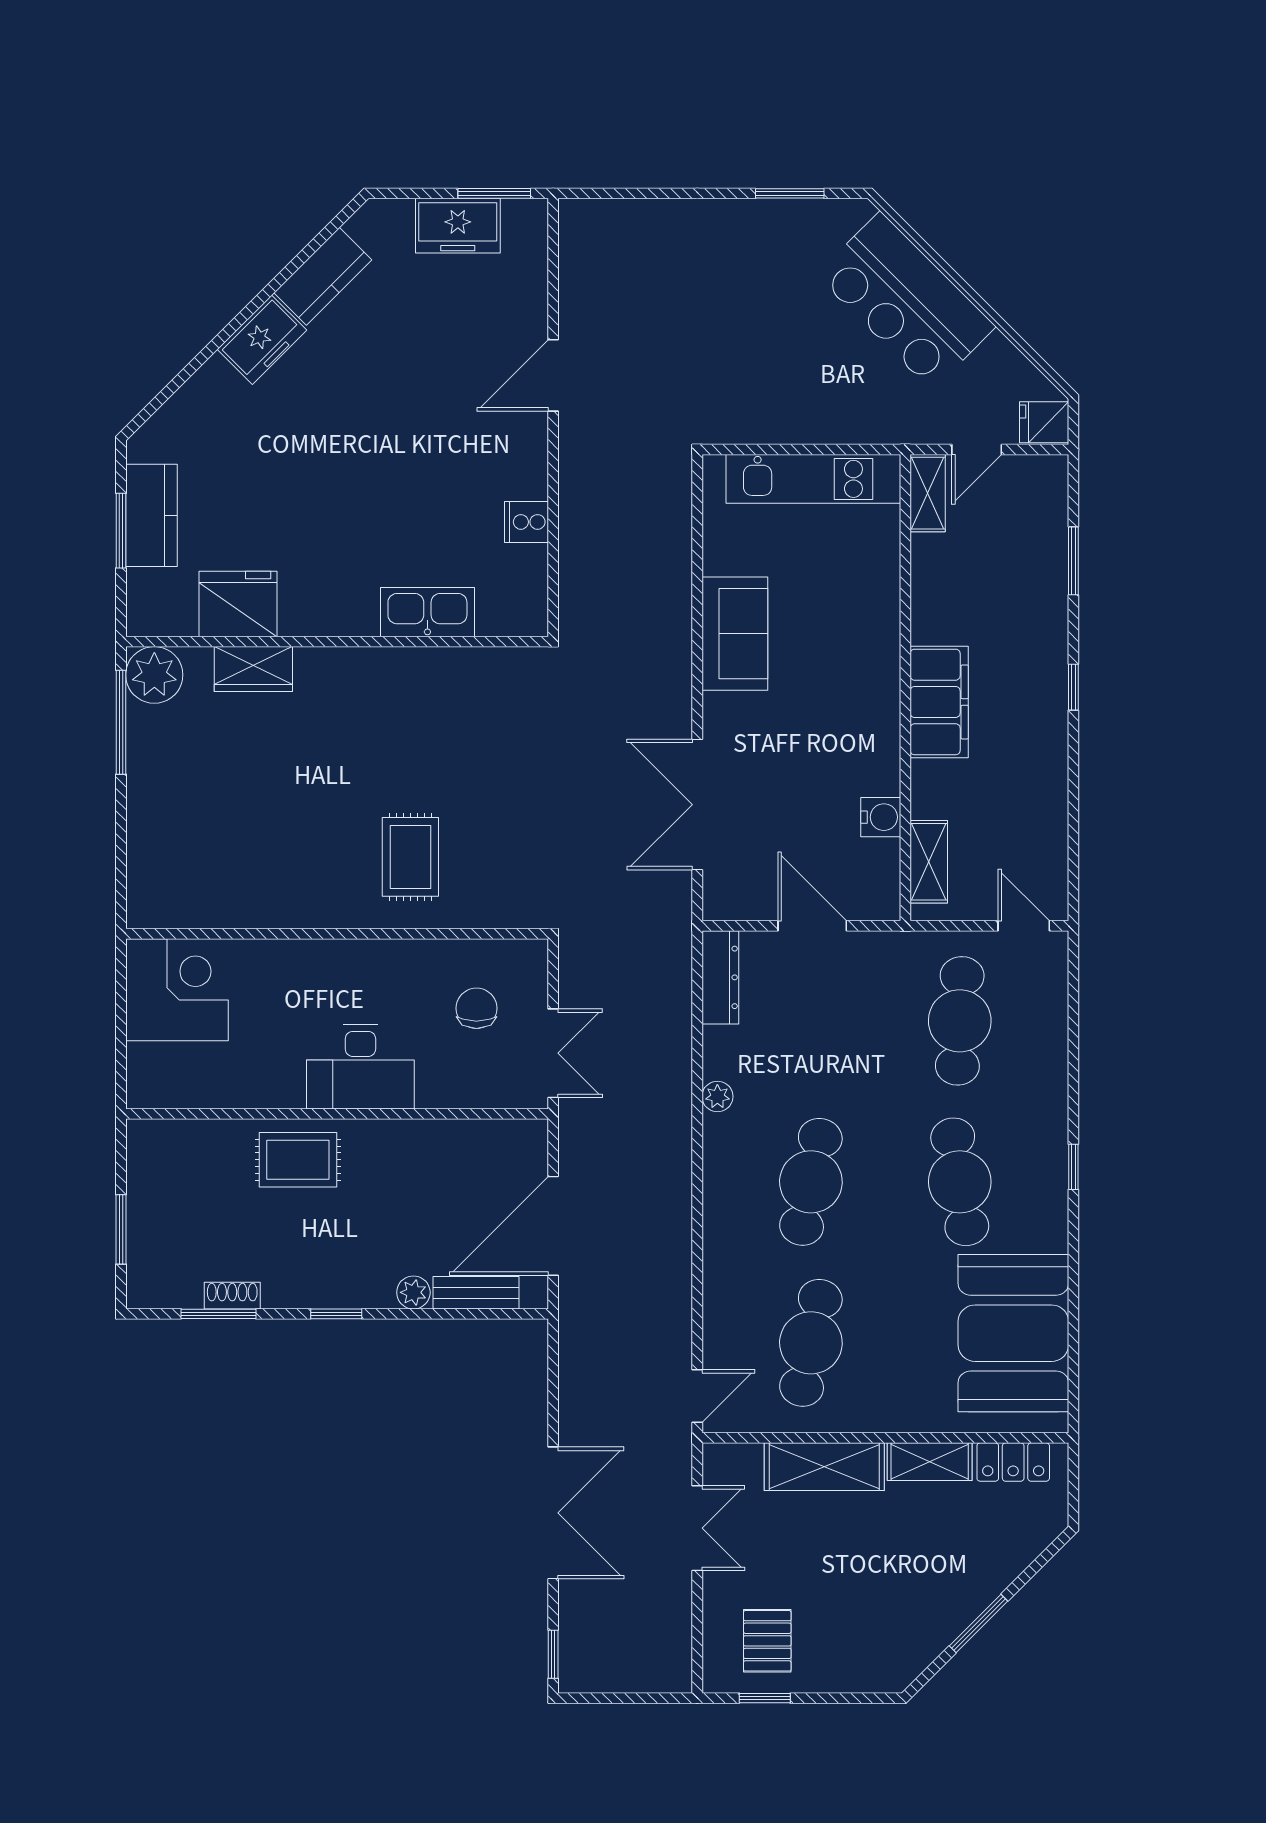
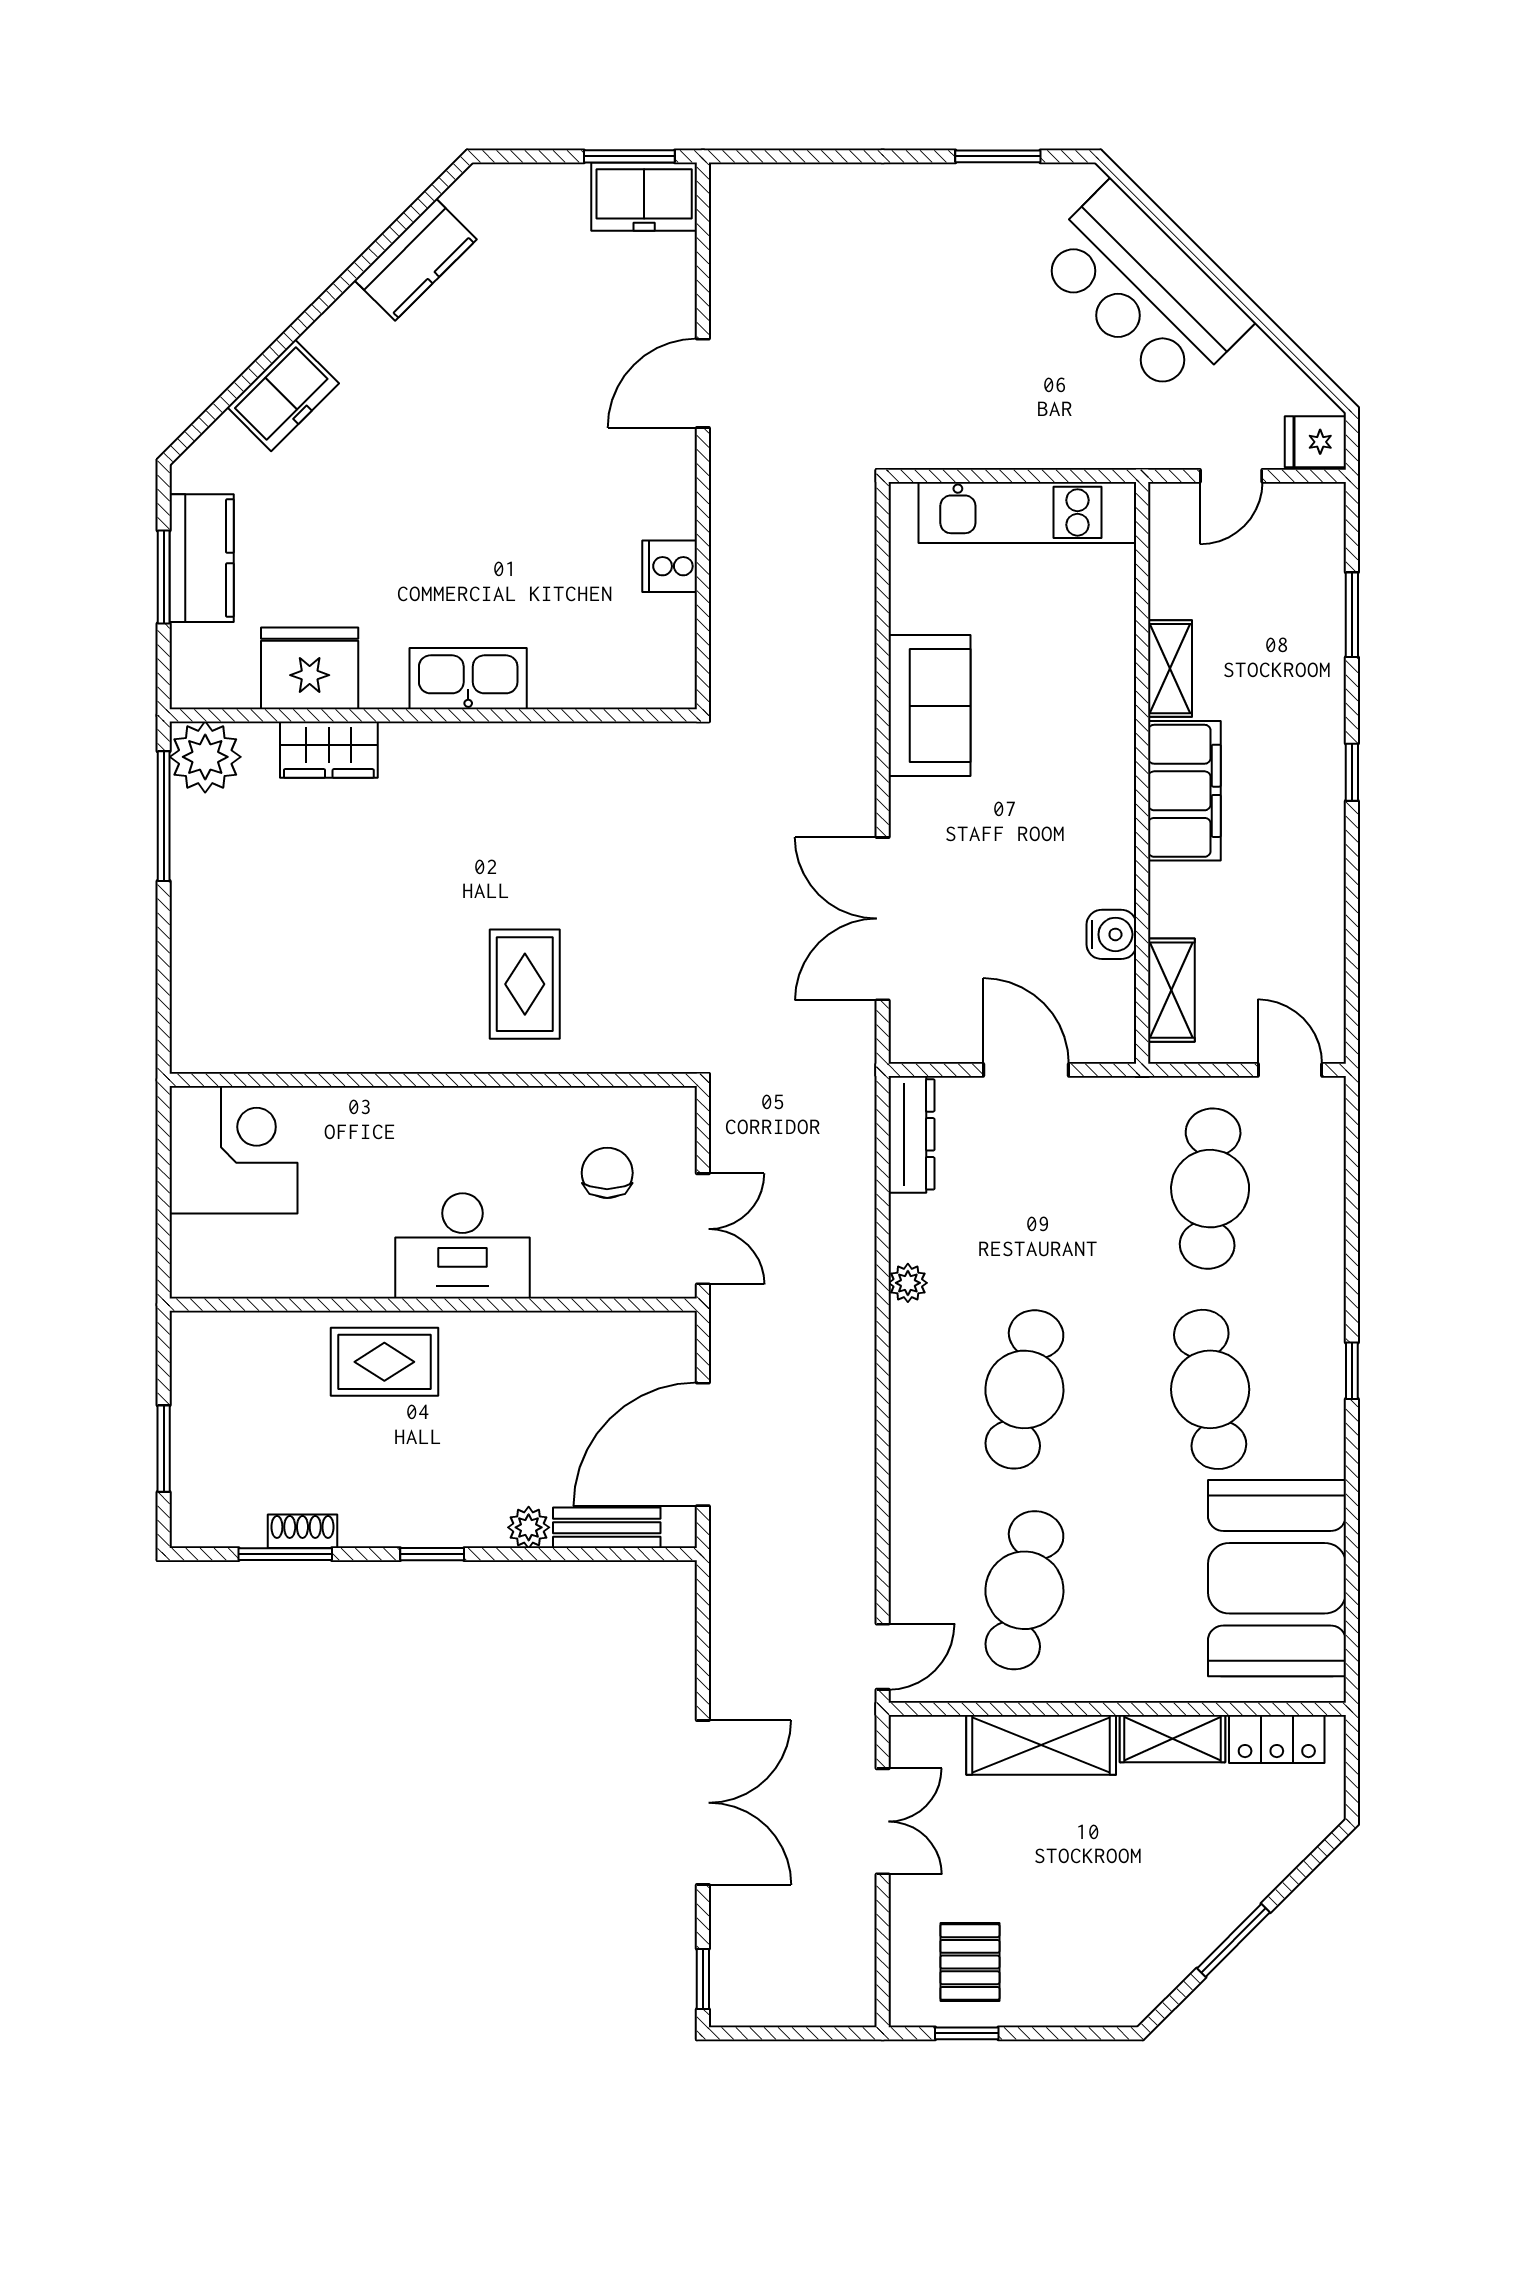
freezer: (458, 226) -> (644, 197), moved
freezer: (262, 340) -> (283, 395), moved
shelving: (928, 493) -> (1170, 669), moved
kitchen sink: (427, 612) -> (468, 679), moved

